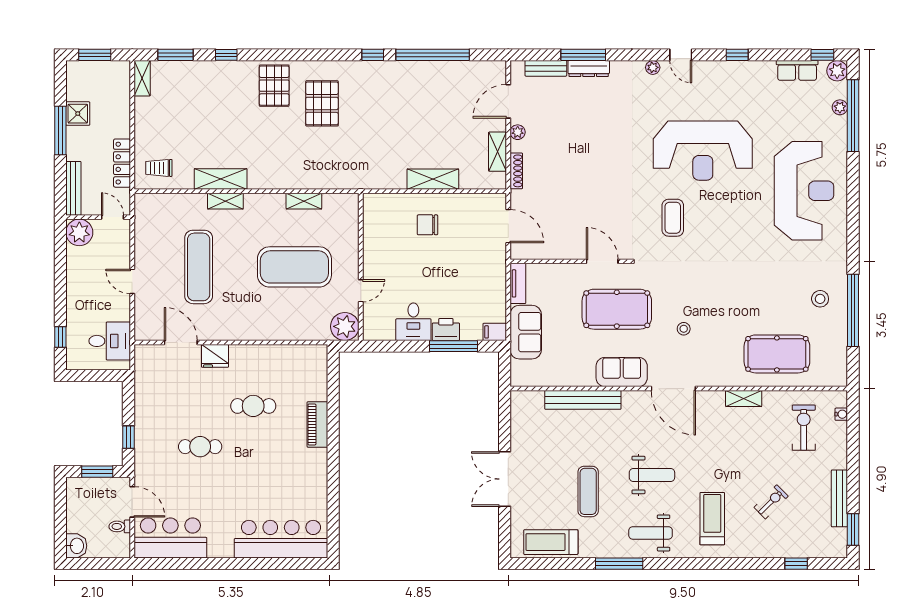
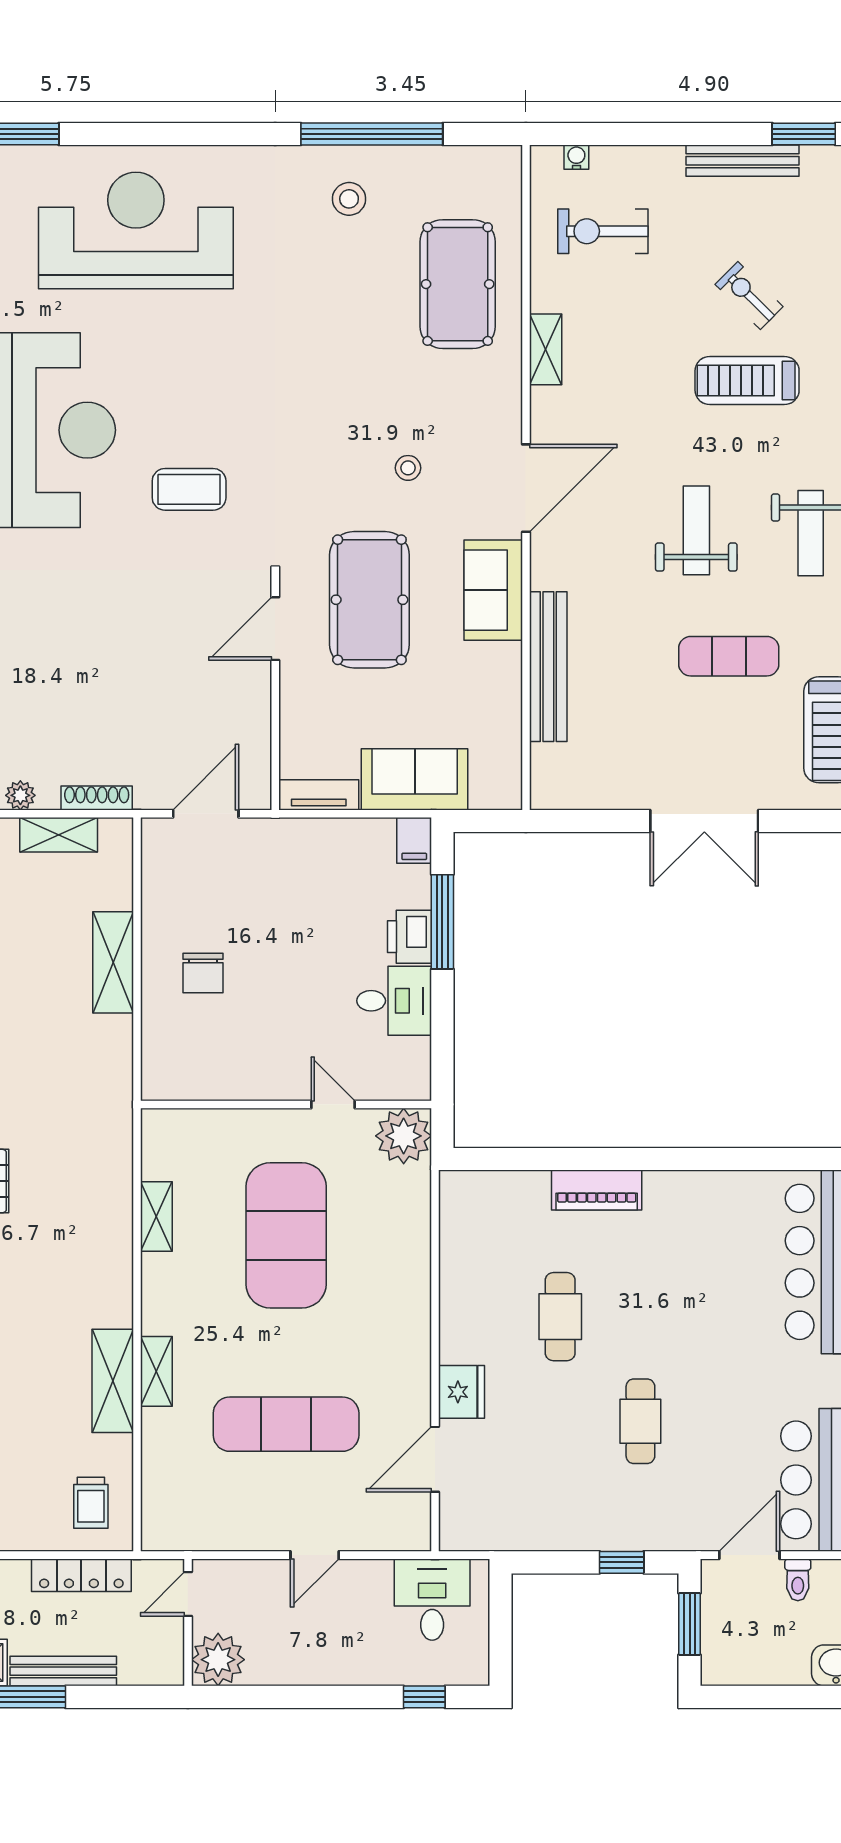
bench: (73, 188) -> (63, 1671), moved
treadmill: (712, 519) -> (747, 380), moved

